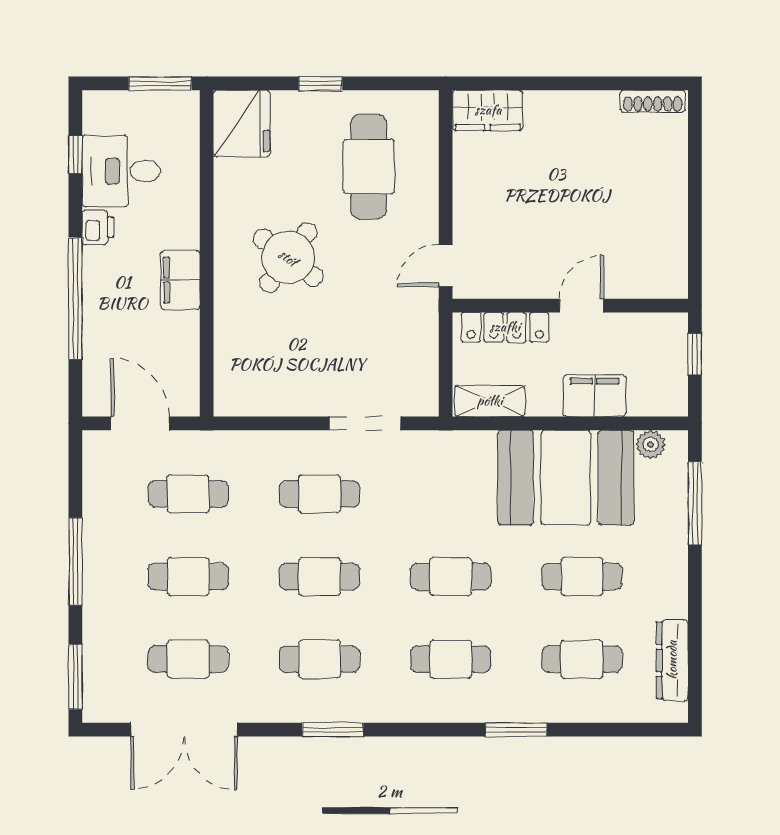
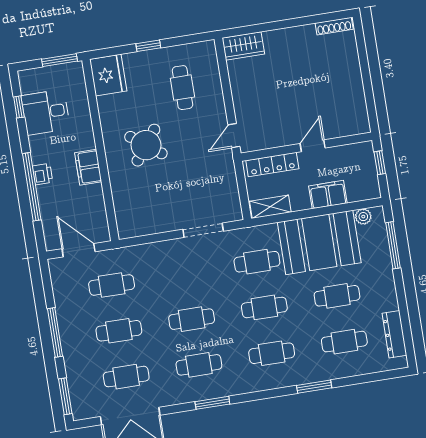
cafe table: (369, 166) -> (182, 88), width x0.73, depth x0.74
printer: (98, 227) -> (42, 174), moved
cafe table: (319, 494) -> (257, 262), moved

